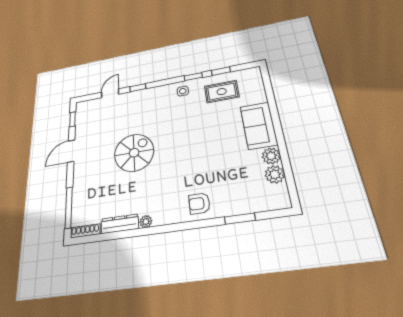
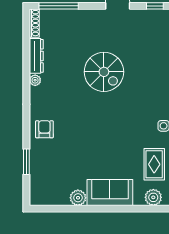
plant: (275, 174) -> (153, 197), moved

